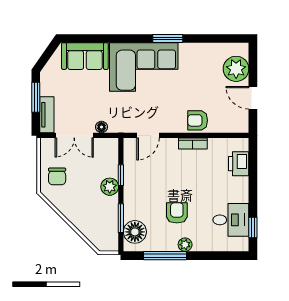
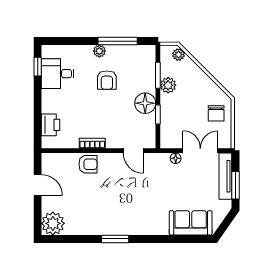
corner sofa: (144, 67) -> (137, 213), removed
plant: (236, 69) -> (53, 223), moved
tv unit: (47, 115) -> (225, 176), width x1.41
door: (148, 135) -> (133, 151), swing flipped
chair: (57, 176) -> (216, 113), turned 180
plant: (110, 187) -> (168, 85), moved
floor lamp: (135, 232) -> (145, 103), moved
plant: (98, 241) -> (179, 55), added

